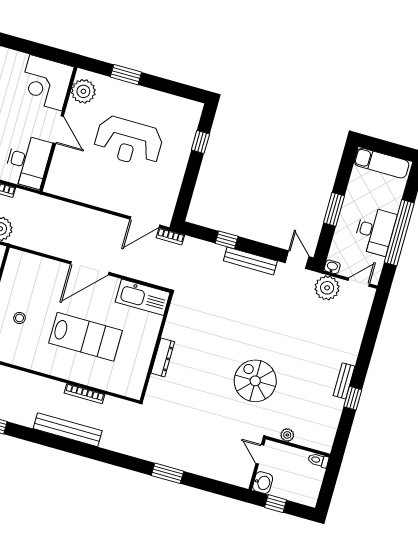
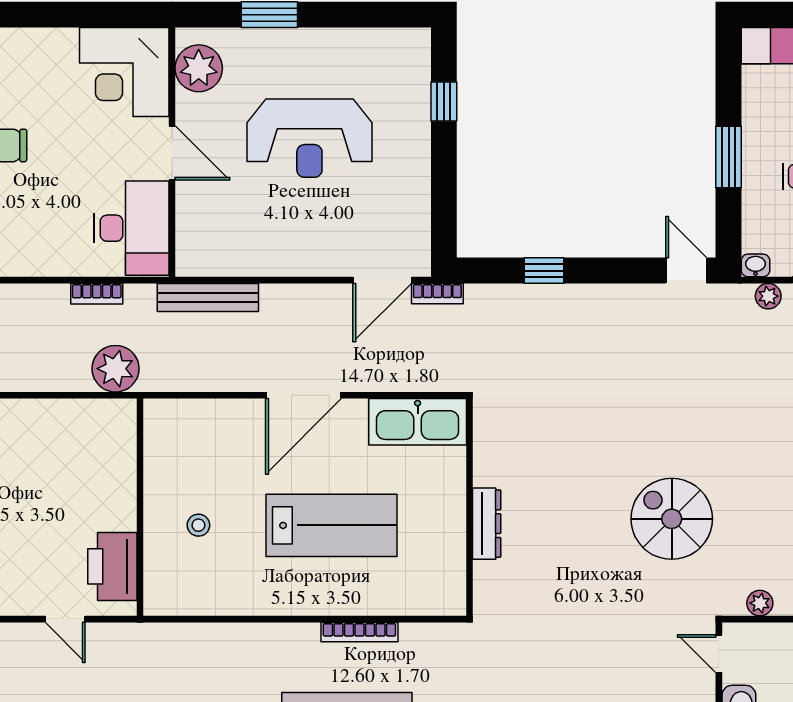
bench: (250, 261) -> (208, 297), moved
plant: (327, 288) -> (768, 296), width x0.53, depth x0.53

